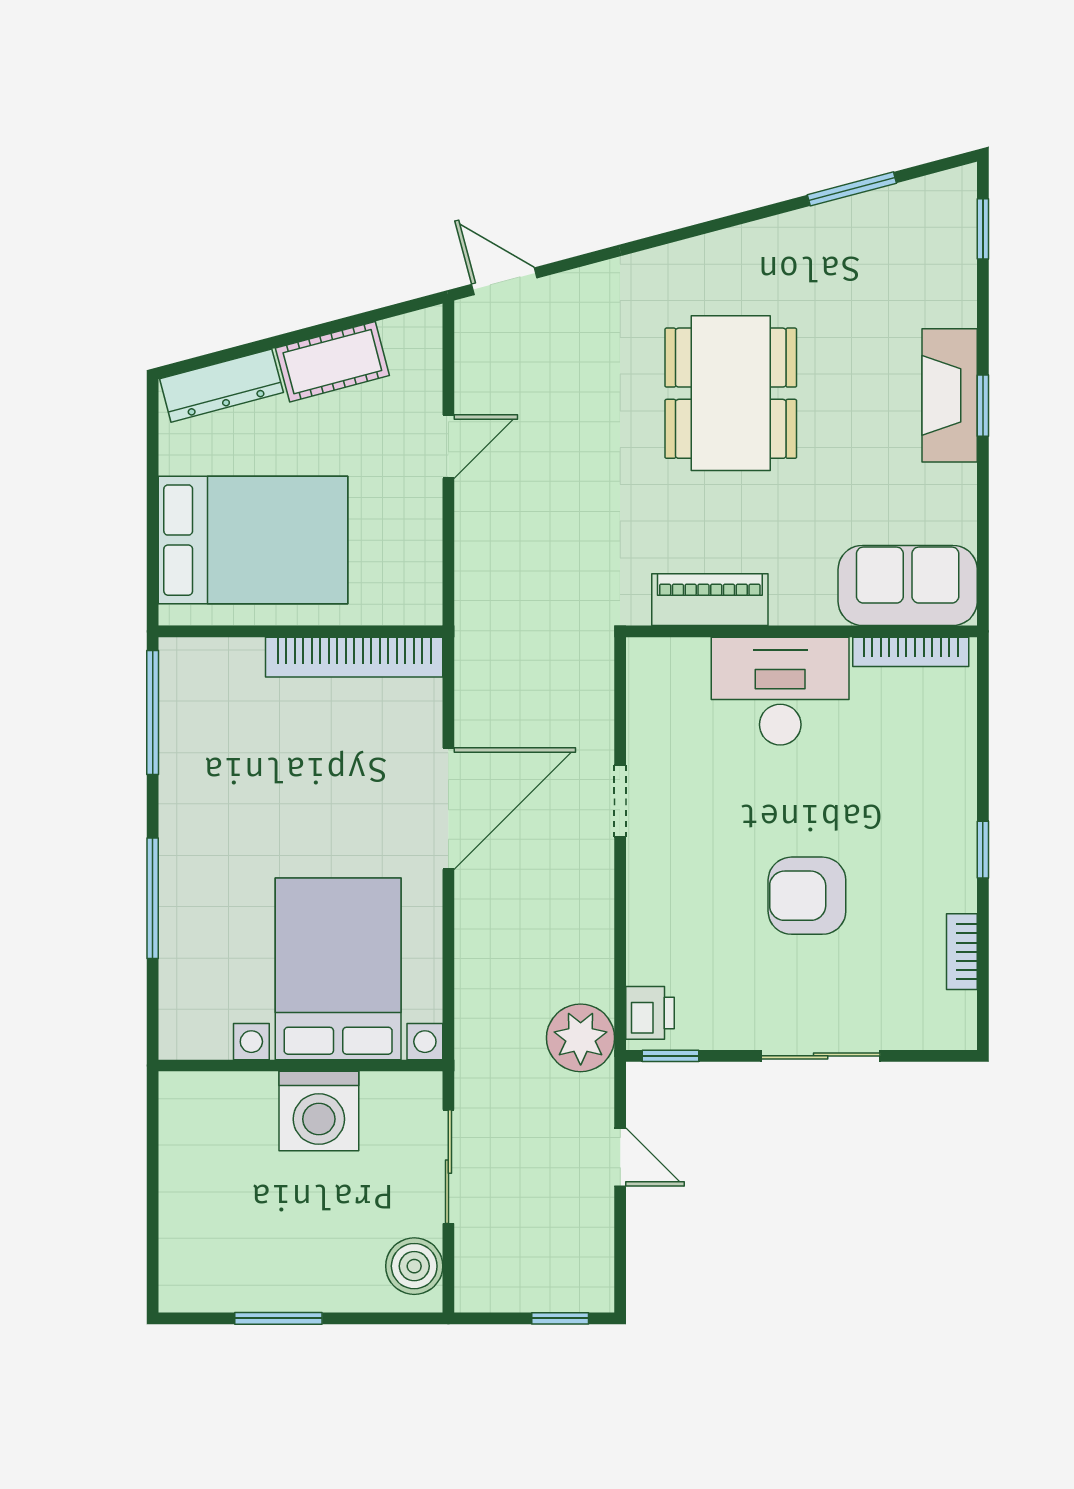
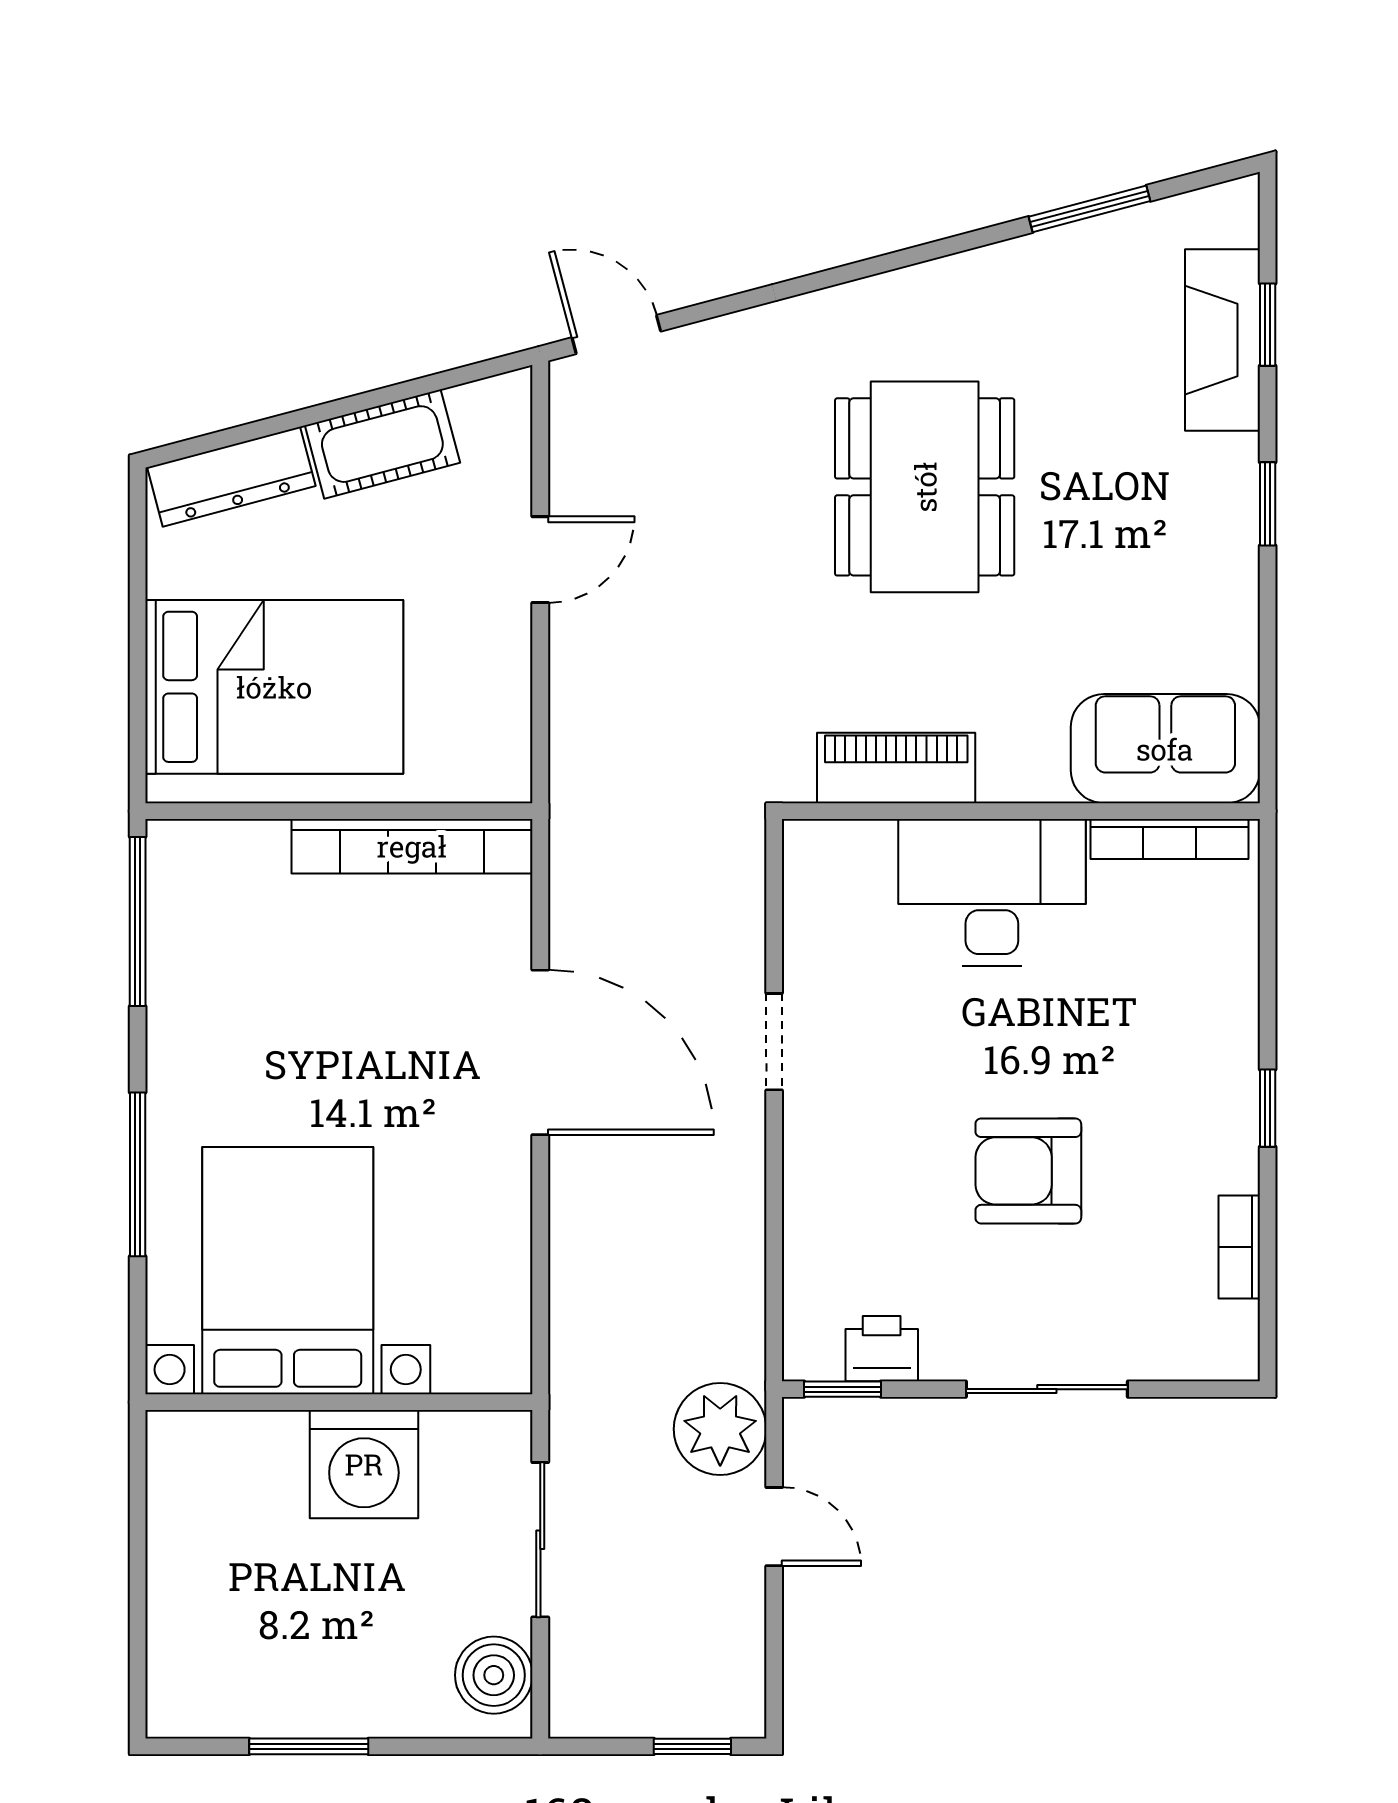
window: (983, 229) -> (1268, 325), moved
fireplace: (950, 395) -> (1223, 340), moved
door: (448, 809) -> (540, 1052), hinge flipped
bed with nightstands: (338, 969) -> (288, 1271), moved
printer: (650, 1013) -> (882, 1349), moved, turned -90
plant: (581, 1038) -> (720, 1429), moved

